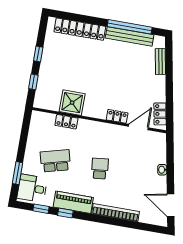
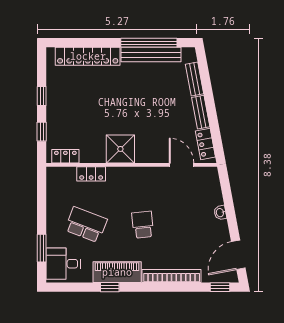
bench: (161, 88) -> (201, 112), added
shower: (72, 103) -> (120, 149), moved
locker: (117, 116) -> (65, 156), moved
door: (138, 127) -> (181, 165), hinge flipped
school desk: (55, 161) -> (86, 225), turned 36
door: (171, 205) -> (238, 255), hinge flipped
window: (41, 209) -> (220, 287), moved

